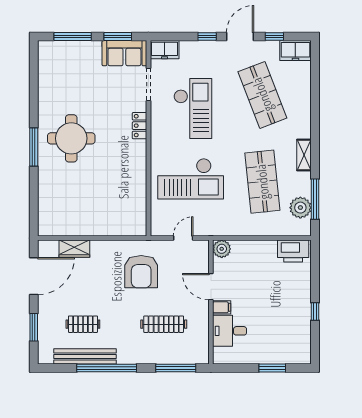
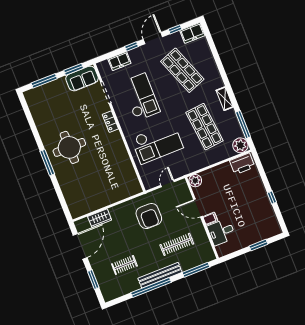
freezer: (165, 50) -> (119, 61), moved
plant: (300, 208) -> (240, 145), moved
bench: (85, 356) -> (160, 275), moved

